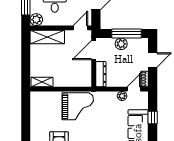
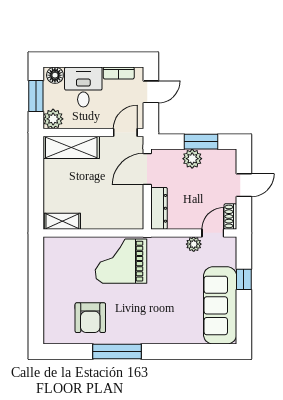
window: (126, 33) -> (201, 142), width x0.69
grand piano: (78, 106) -> (121, 261), turned 180

